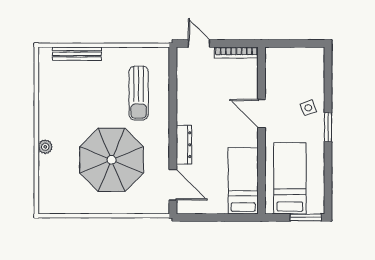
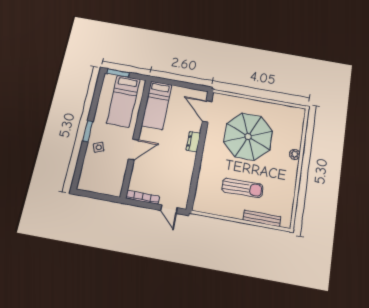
sun lounger: (139, 93) -> (242, 188), moved, turned 89
door: (262, 113) -> (133, 149), hinge flipped
dresser: (184, 145) -> (193, 142), width x0.70

